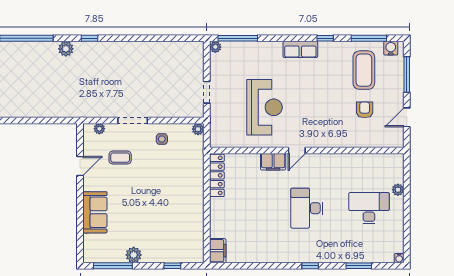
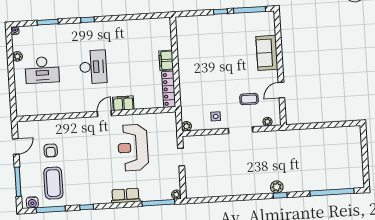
plant: (66, 49) -> (277, 187), moved
row of seats: (300, 49) -> (126, 196), moved
plant: (398, 190) -> (17, 56), moved
filing cabinet: (218, 251) -> (166, 60), moved
plant: (134, 255) -> (233, 20), removed
window: (172, 266) -> (221, 12), moved

